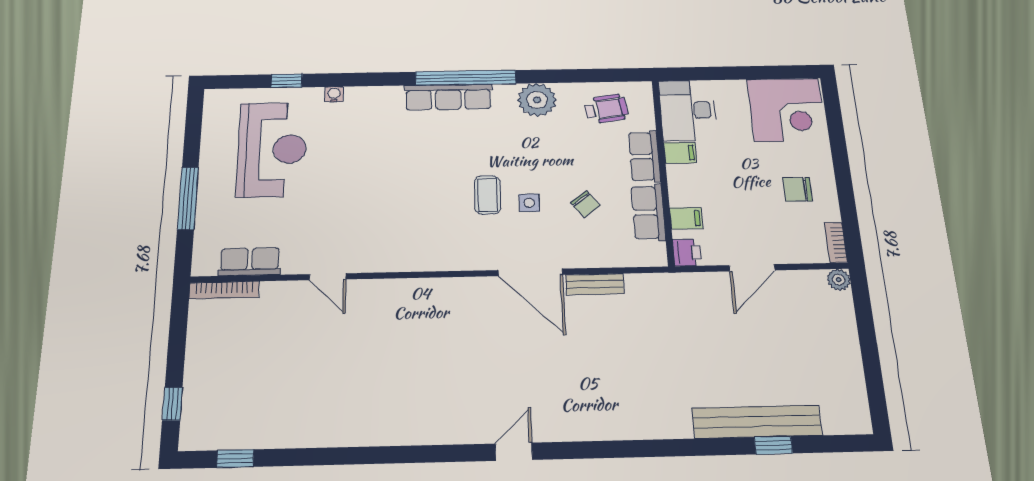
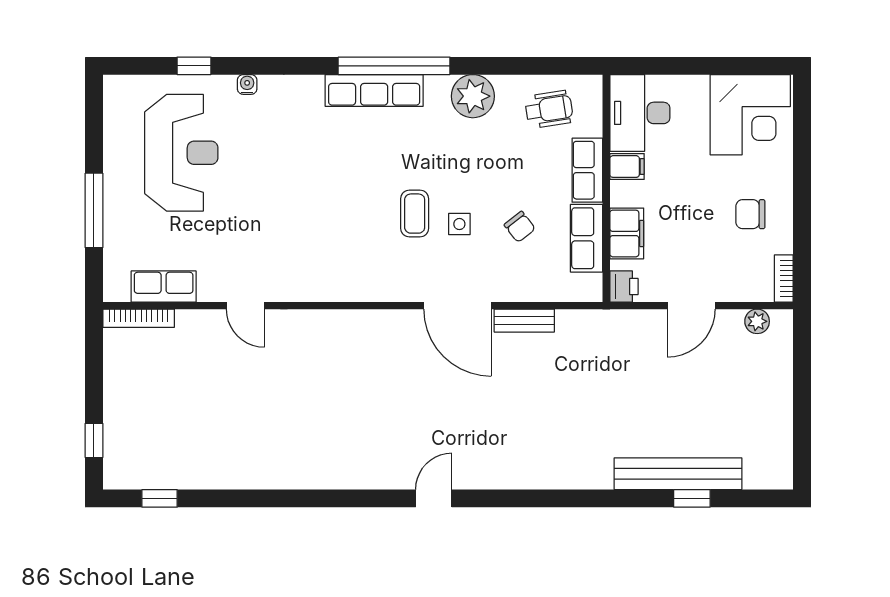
filing cabinet: (686, 218) -> (627, 233), width x2.00
plant: (839, 280) -> (757, 321), moved

